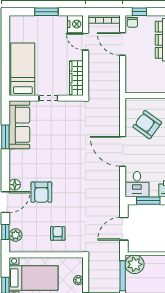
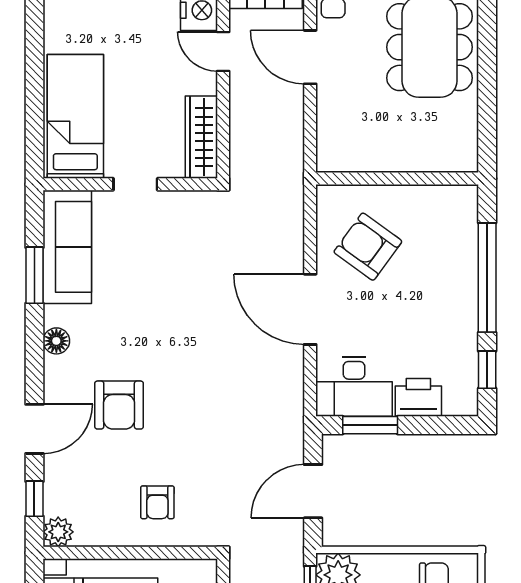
desk: (137, 184) -> (354, 386), width x1.37
floor lamp: (15, 185) -> (56, 341), moved
armchair: (58, 233) -> (157, 502), turned 180
plant: (16, 235) -> (58, 532), moved

